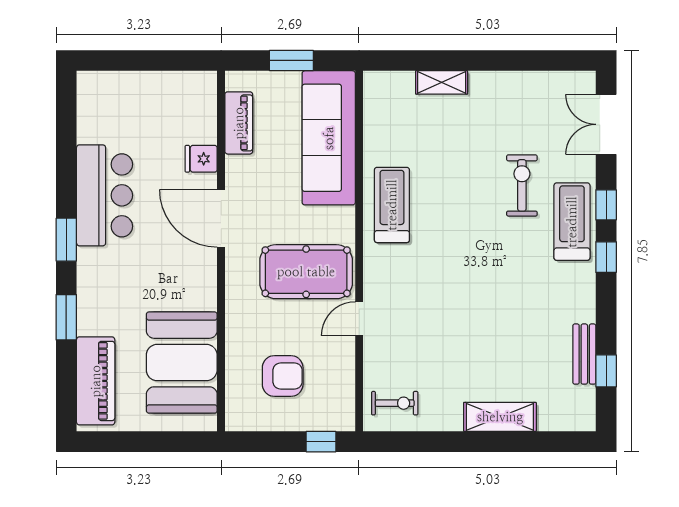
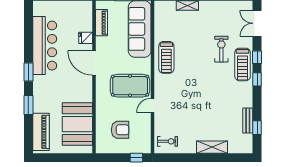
bar counter: (105, 195) -> (45, 46), width x1.36
treadmill: (392, 205) -> (166, 57), turned 180
treadmill: (572, 222) -> (243, 64), turned 180

